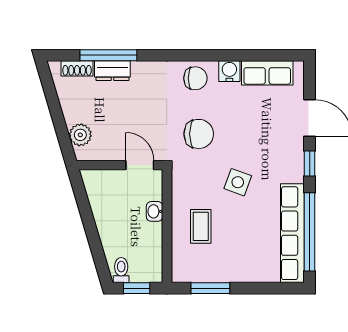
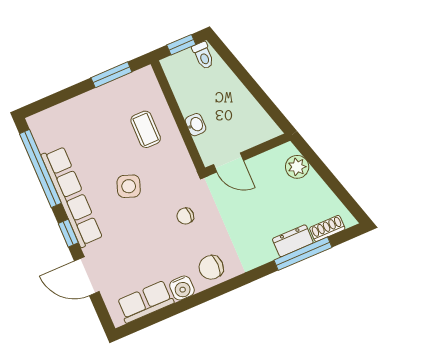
chair: (199, 134) -> (185, 216), width x0.54, depth x0.54
row of seats: (292, 233) -> (72, 197), moved

